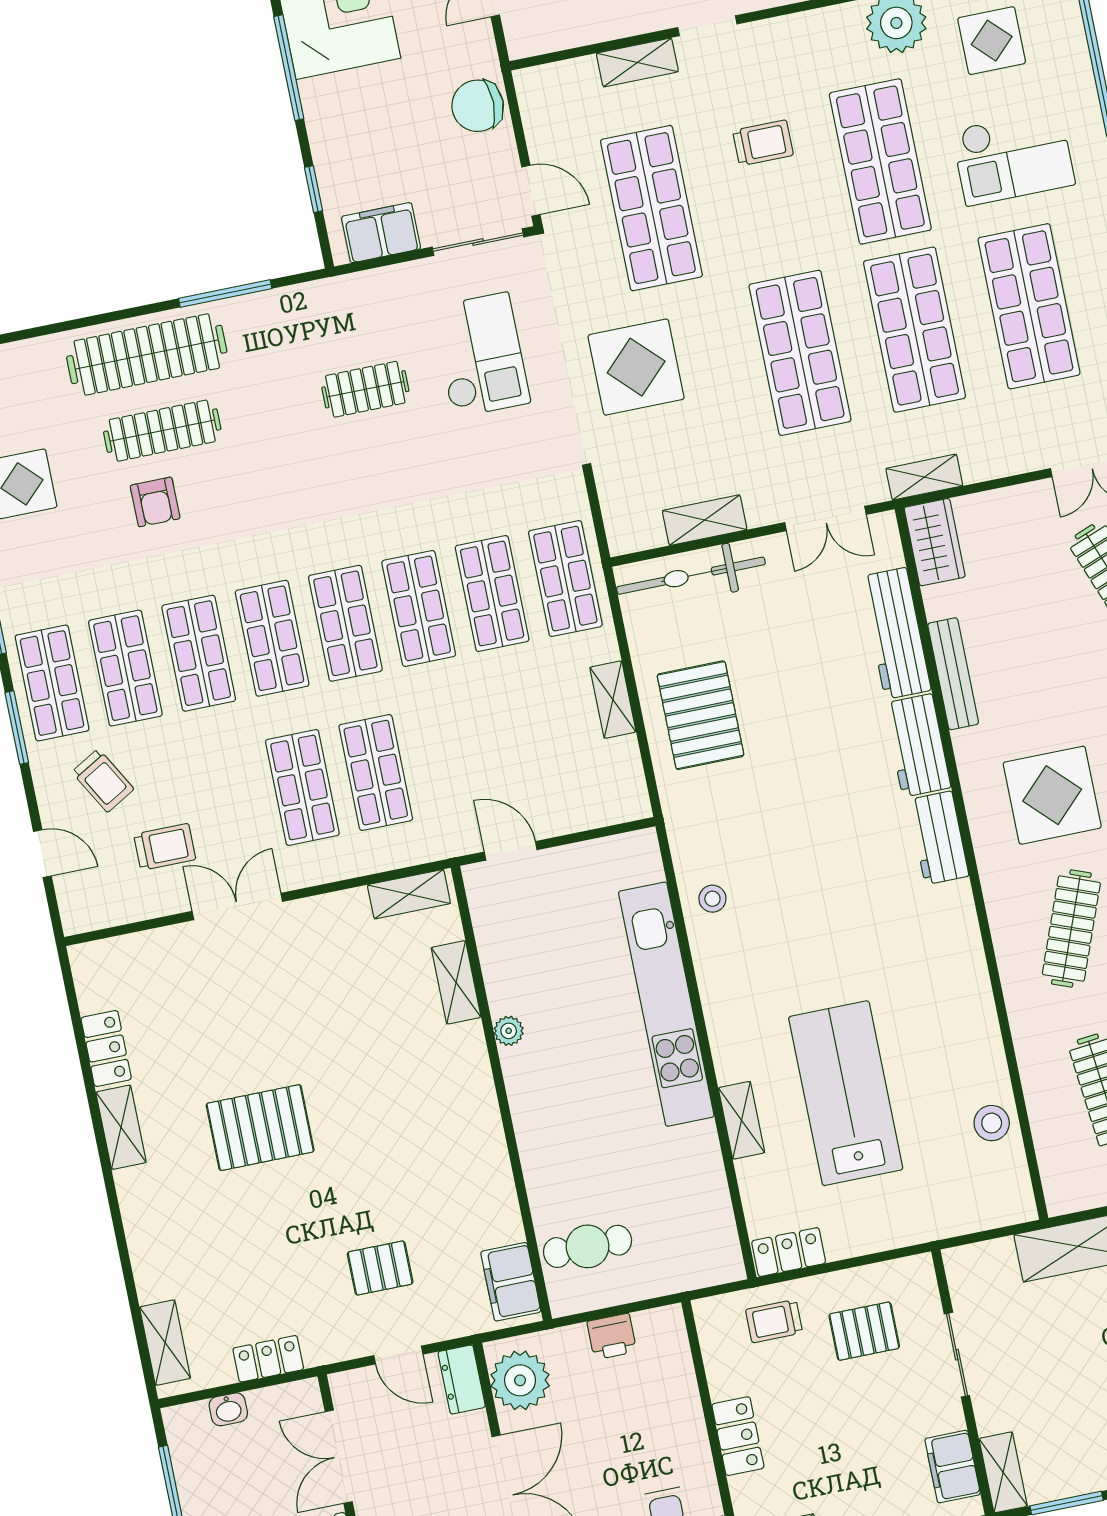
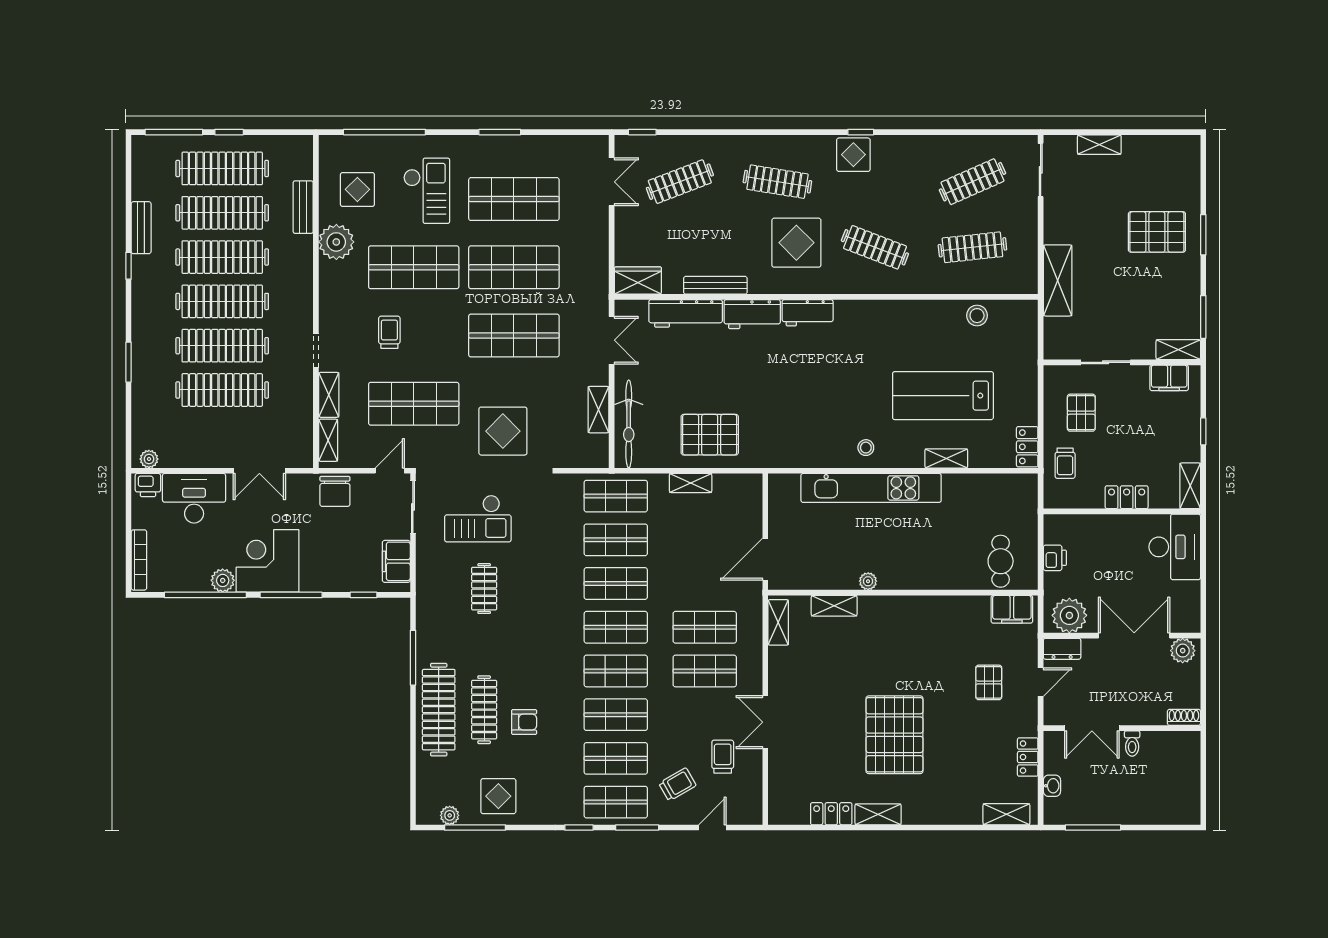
checkout: (481, 355) -> (478, 519), turned 180
shelving: (924, 477) -> (328, 440), moved
door: (511, 851) -> (765, 559), width x1.38
stool: (712, 899) -> (866, 448), moved
pallet: (260, 1128) -> (894, 735), width x1.37, depth x1.41

